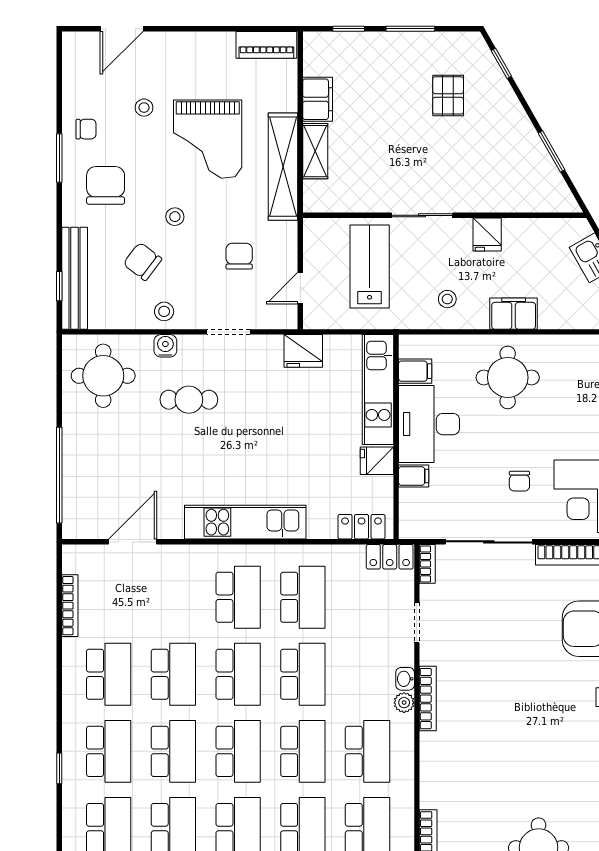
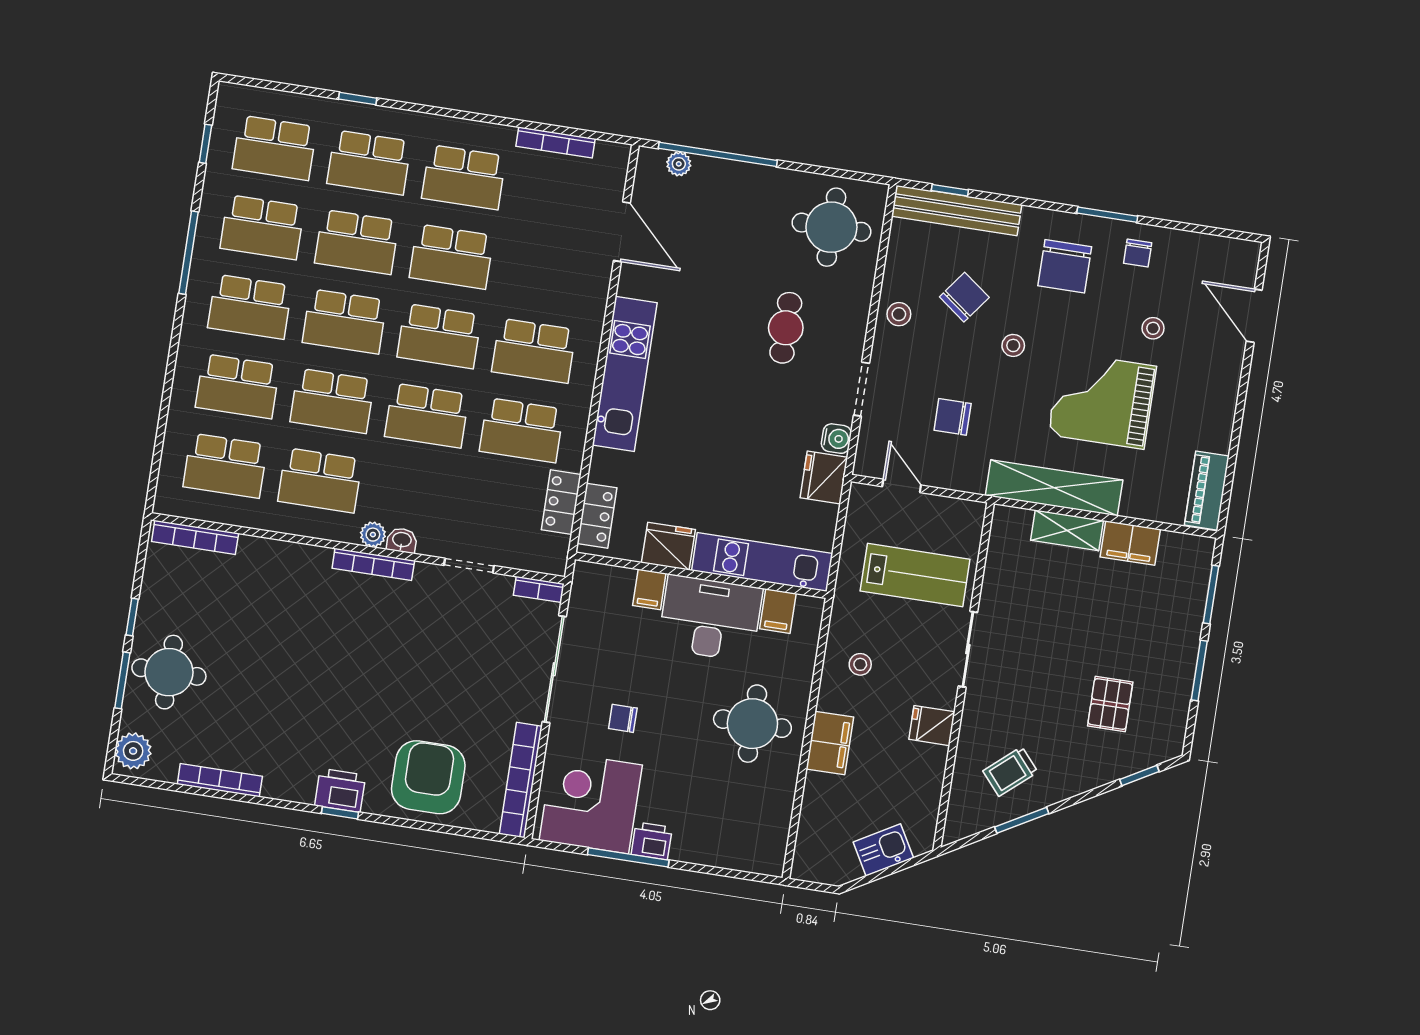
window: (349, 29) -> (1211, 595), width x1.50
pallet: (448, 95) -> (1110, 704), turned 90
trolley: (514, 166) -> (1010, 771), added
chair: (106, 185) -> (1065, 266), turned 90
chair: (239, 256) -> (953, 417), turned 180
water cooler: (165, 346) -> (836, 439), moved
fridge: (377, 461) -> (668, 546), width x1.38
plant: (72, 505) -> (679, 164), added
locker: (390, 557) -> (561, 502), moved

